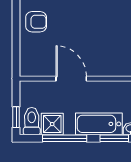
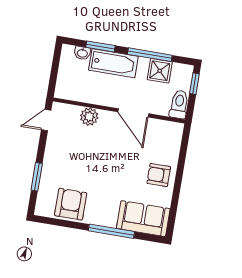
plant: (114, 68) -> (89, 117), added
toilet: (32, 121) -> (179, 104), moved, turned 180

